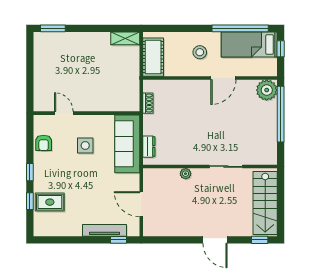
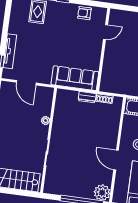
side table: (85, 146) -> (78, 45), removed
dresser: (149, 147) -> (87, 97), moved
door: (141, 204) -> (26, 83), swing flipped

